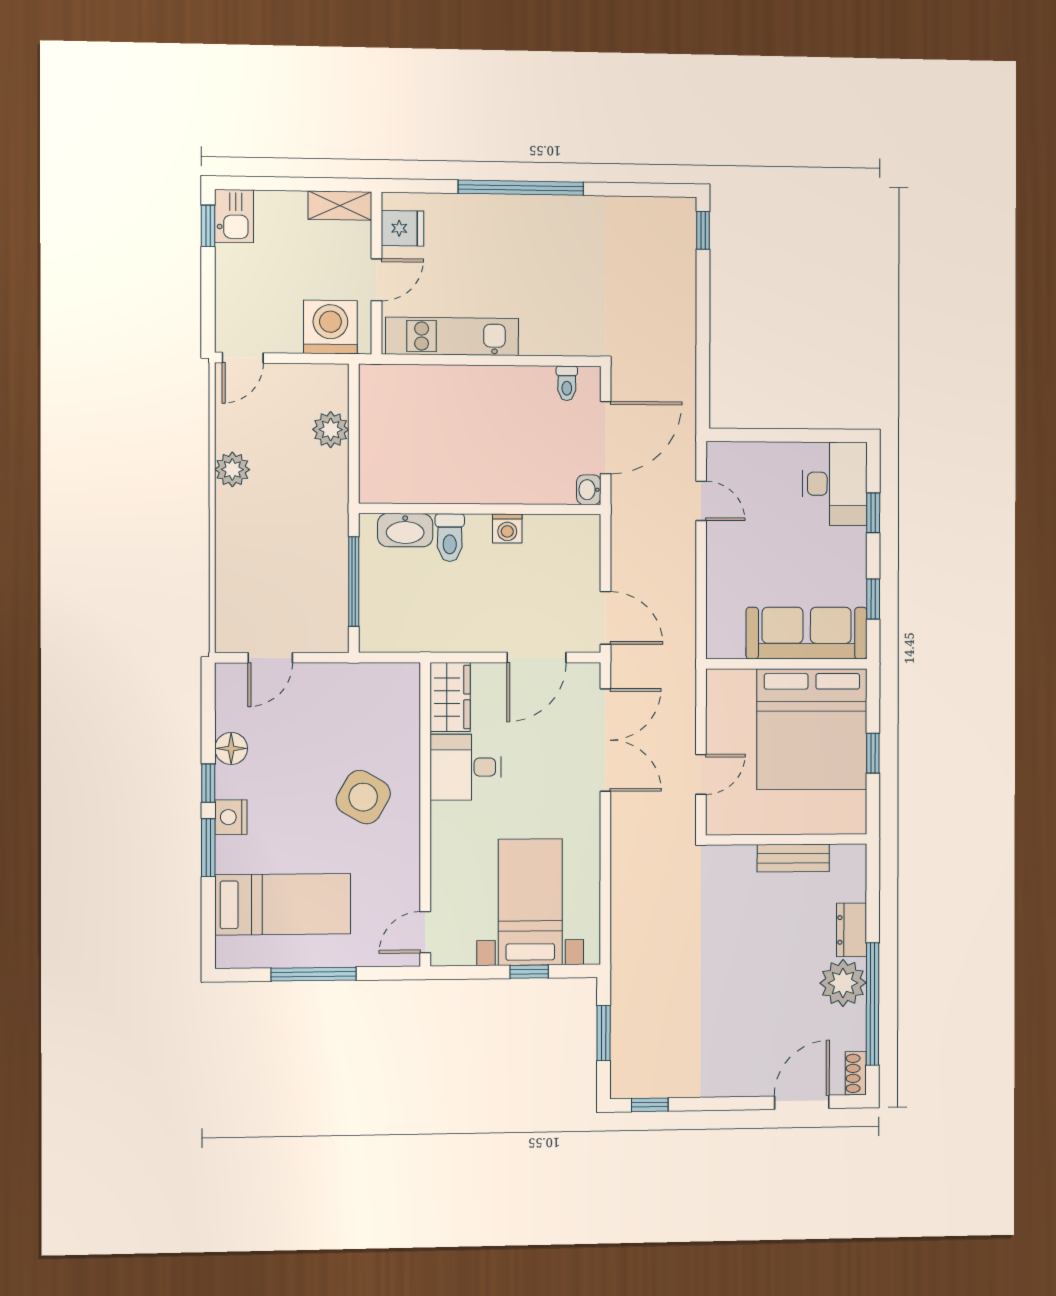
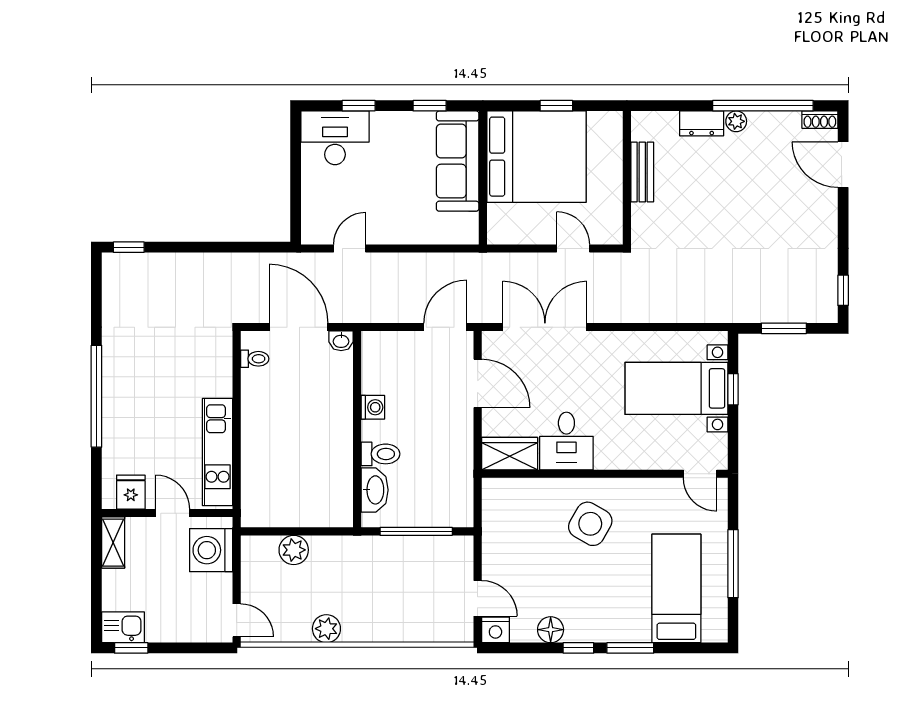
nightstand: (231, 817) -> (495, 630), moved
plant: (843, 983) -> (736, 121), width x0.53, depth x0.53

